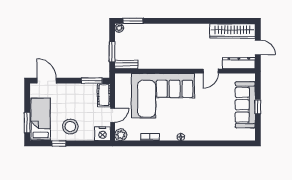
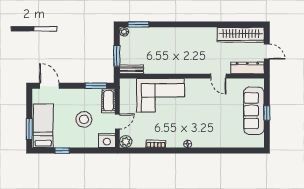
door: (211, 71) -> (218, 76), hinge flipped
corner sofa: (163, 96) -> (161, 95), width x0.73, depth x0.74
stool: (70, 127) -> (84, 119), moved

